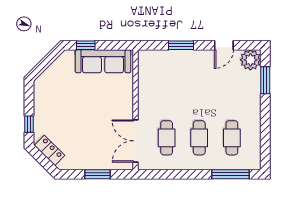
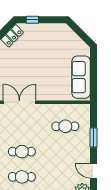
window: (86, 45) -> (94, 64), removed
cafe table: (167, 138) -> (65, 126), moved

